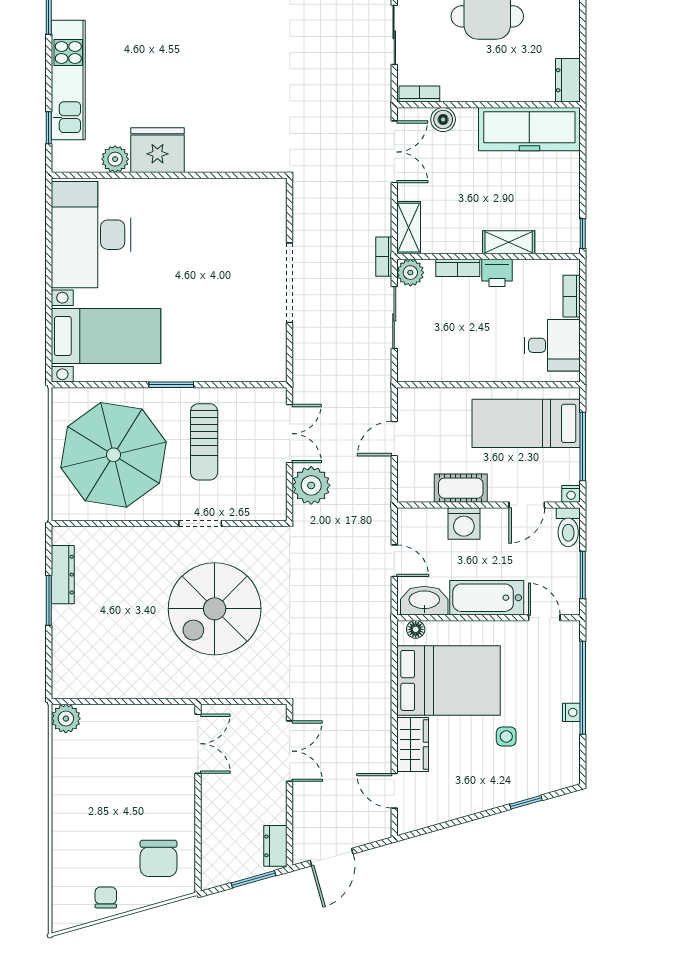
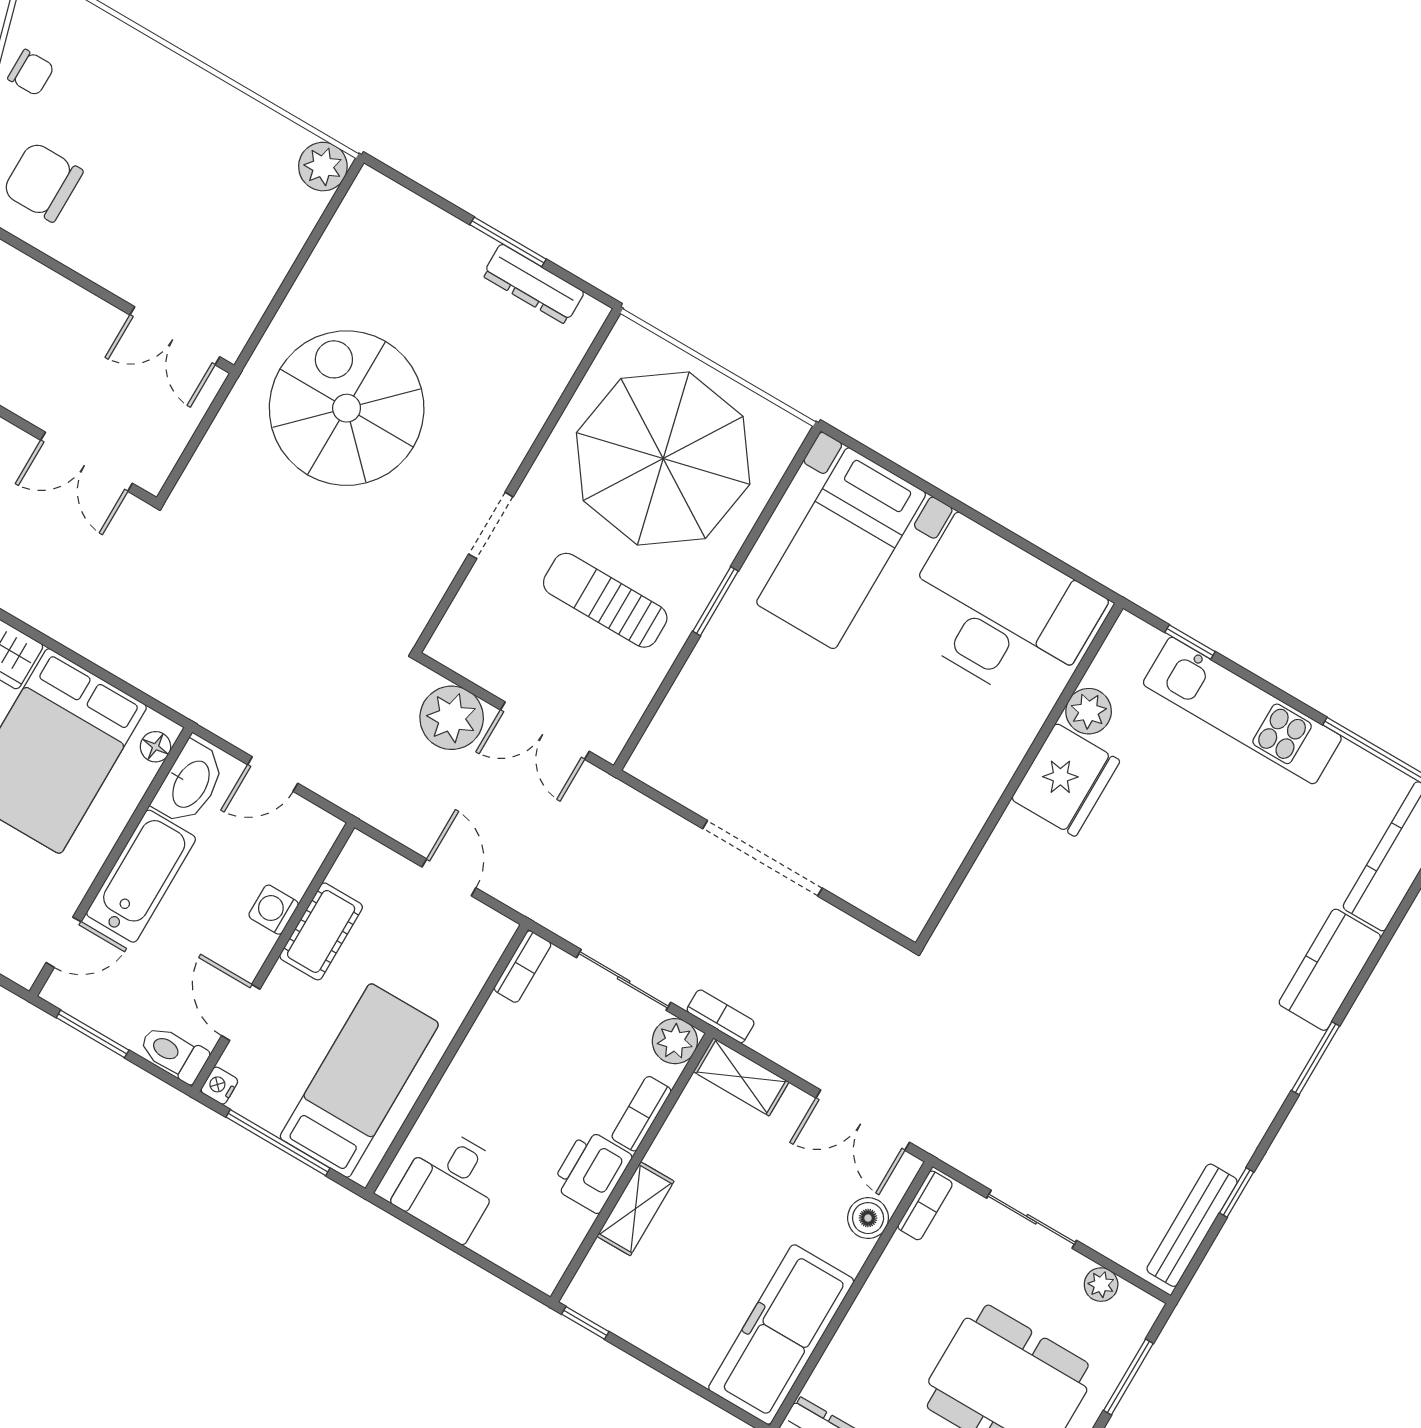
printer: (497, 273) -> (592, 1171), width x1.36, depth x1.24
bookcase: (572, 296) -> (523, 967), moved, turned 90
washing machine: (464, 524) -> (274, 910), width x0.73, depth x0.73
spiral stairs: (215, 609) -> (347, 408), moved

